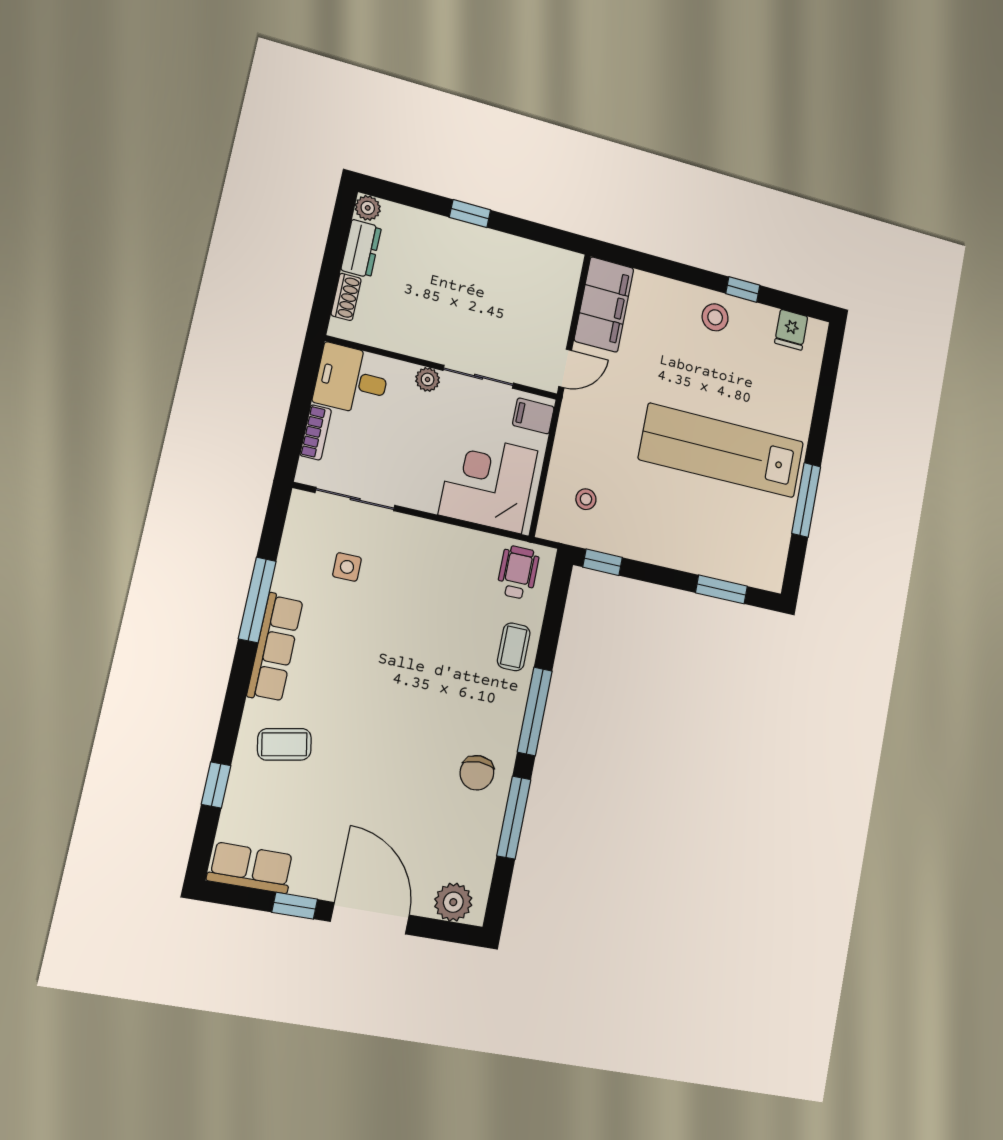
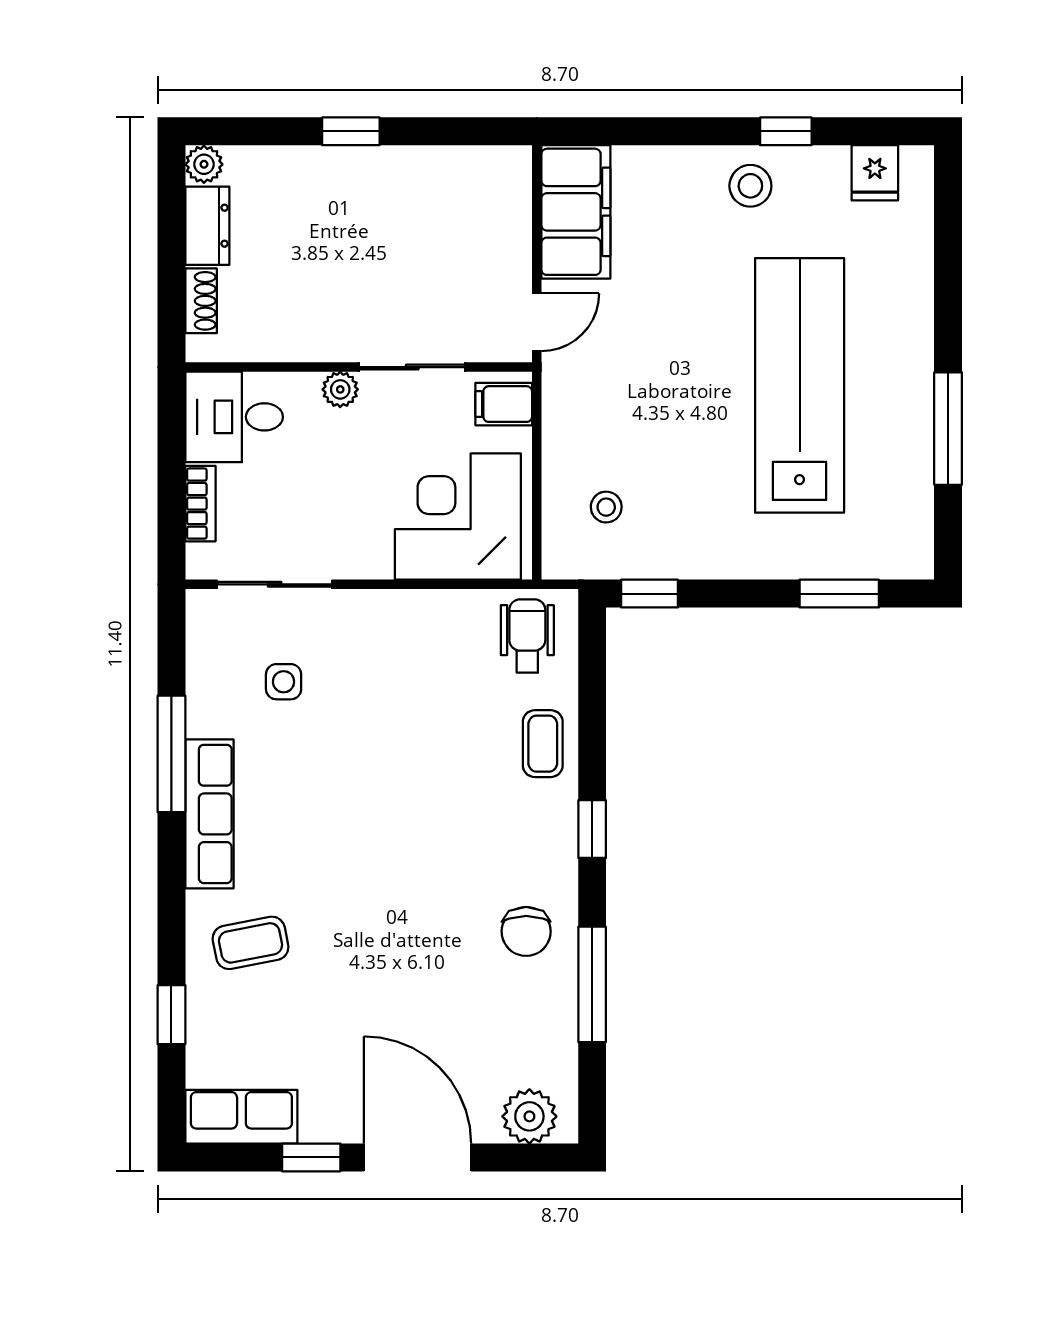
lab bench: (722, 451) -> (800, 385), turned 90
window: (535, 711) -> (592, 829), width x0.46

